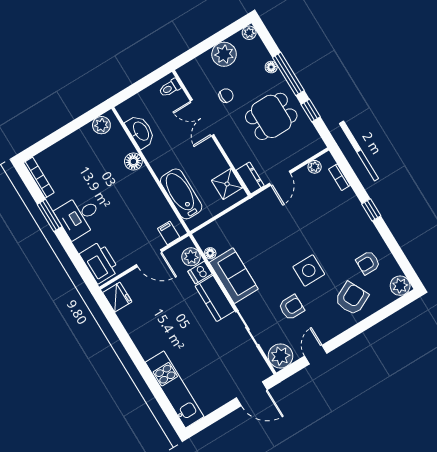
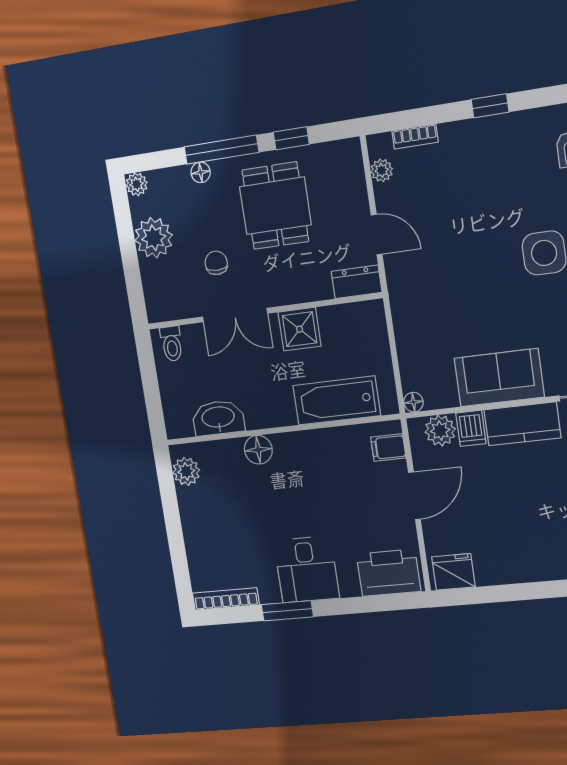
shower: (227, 184) -> (300, 329), moved
floor lamp: (210, 253) -> (413, 402), moved

